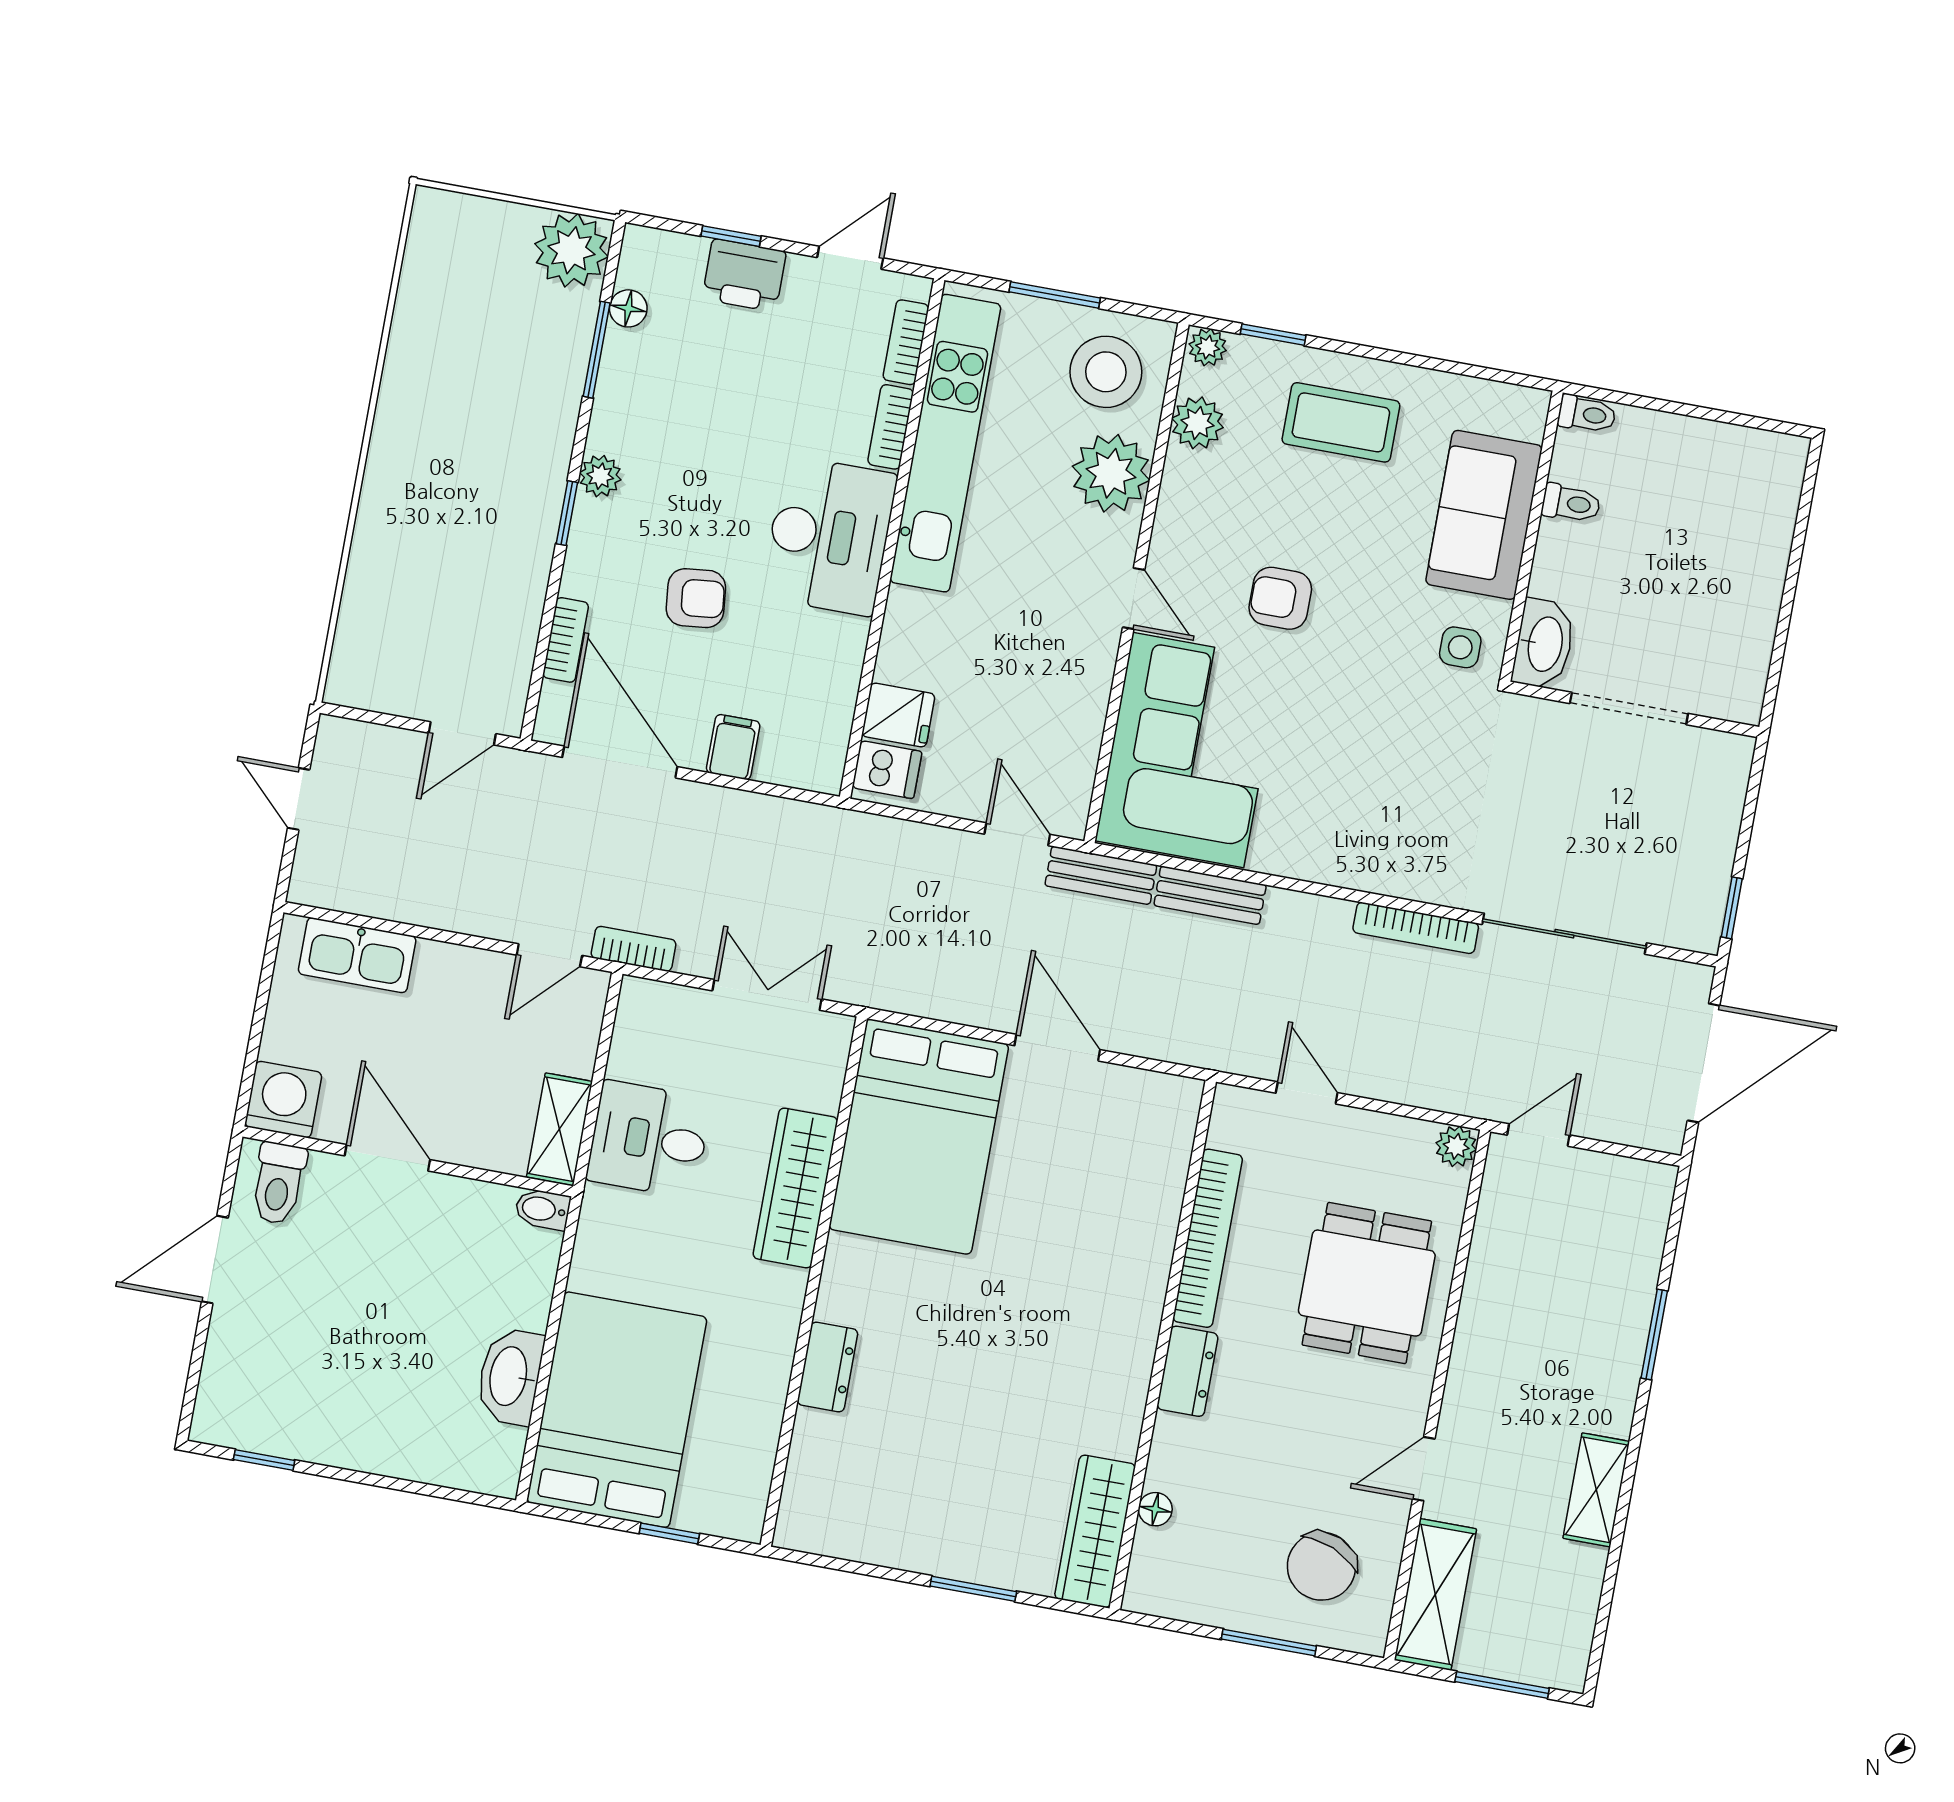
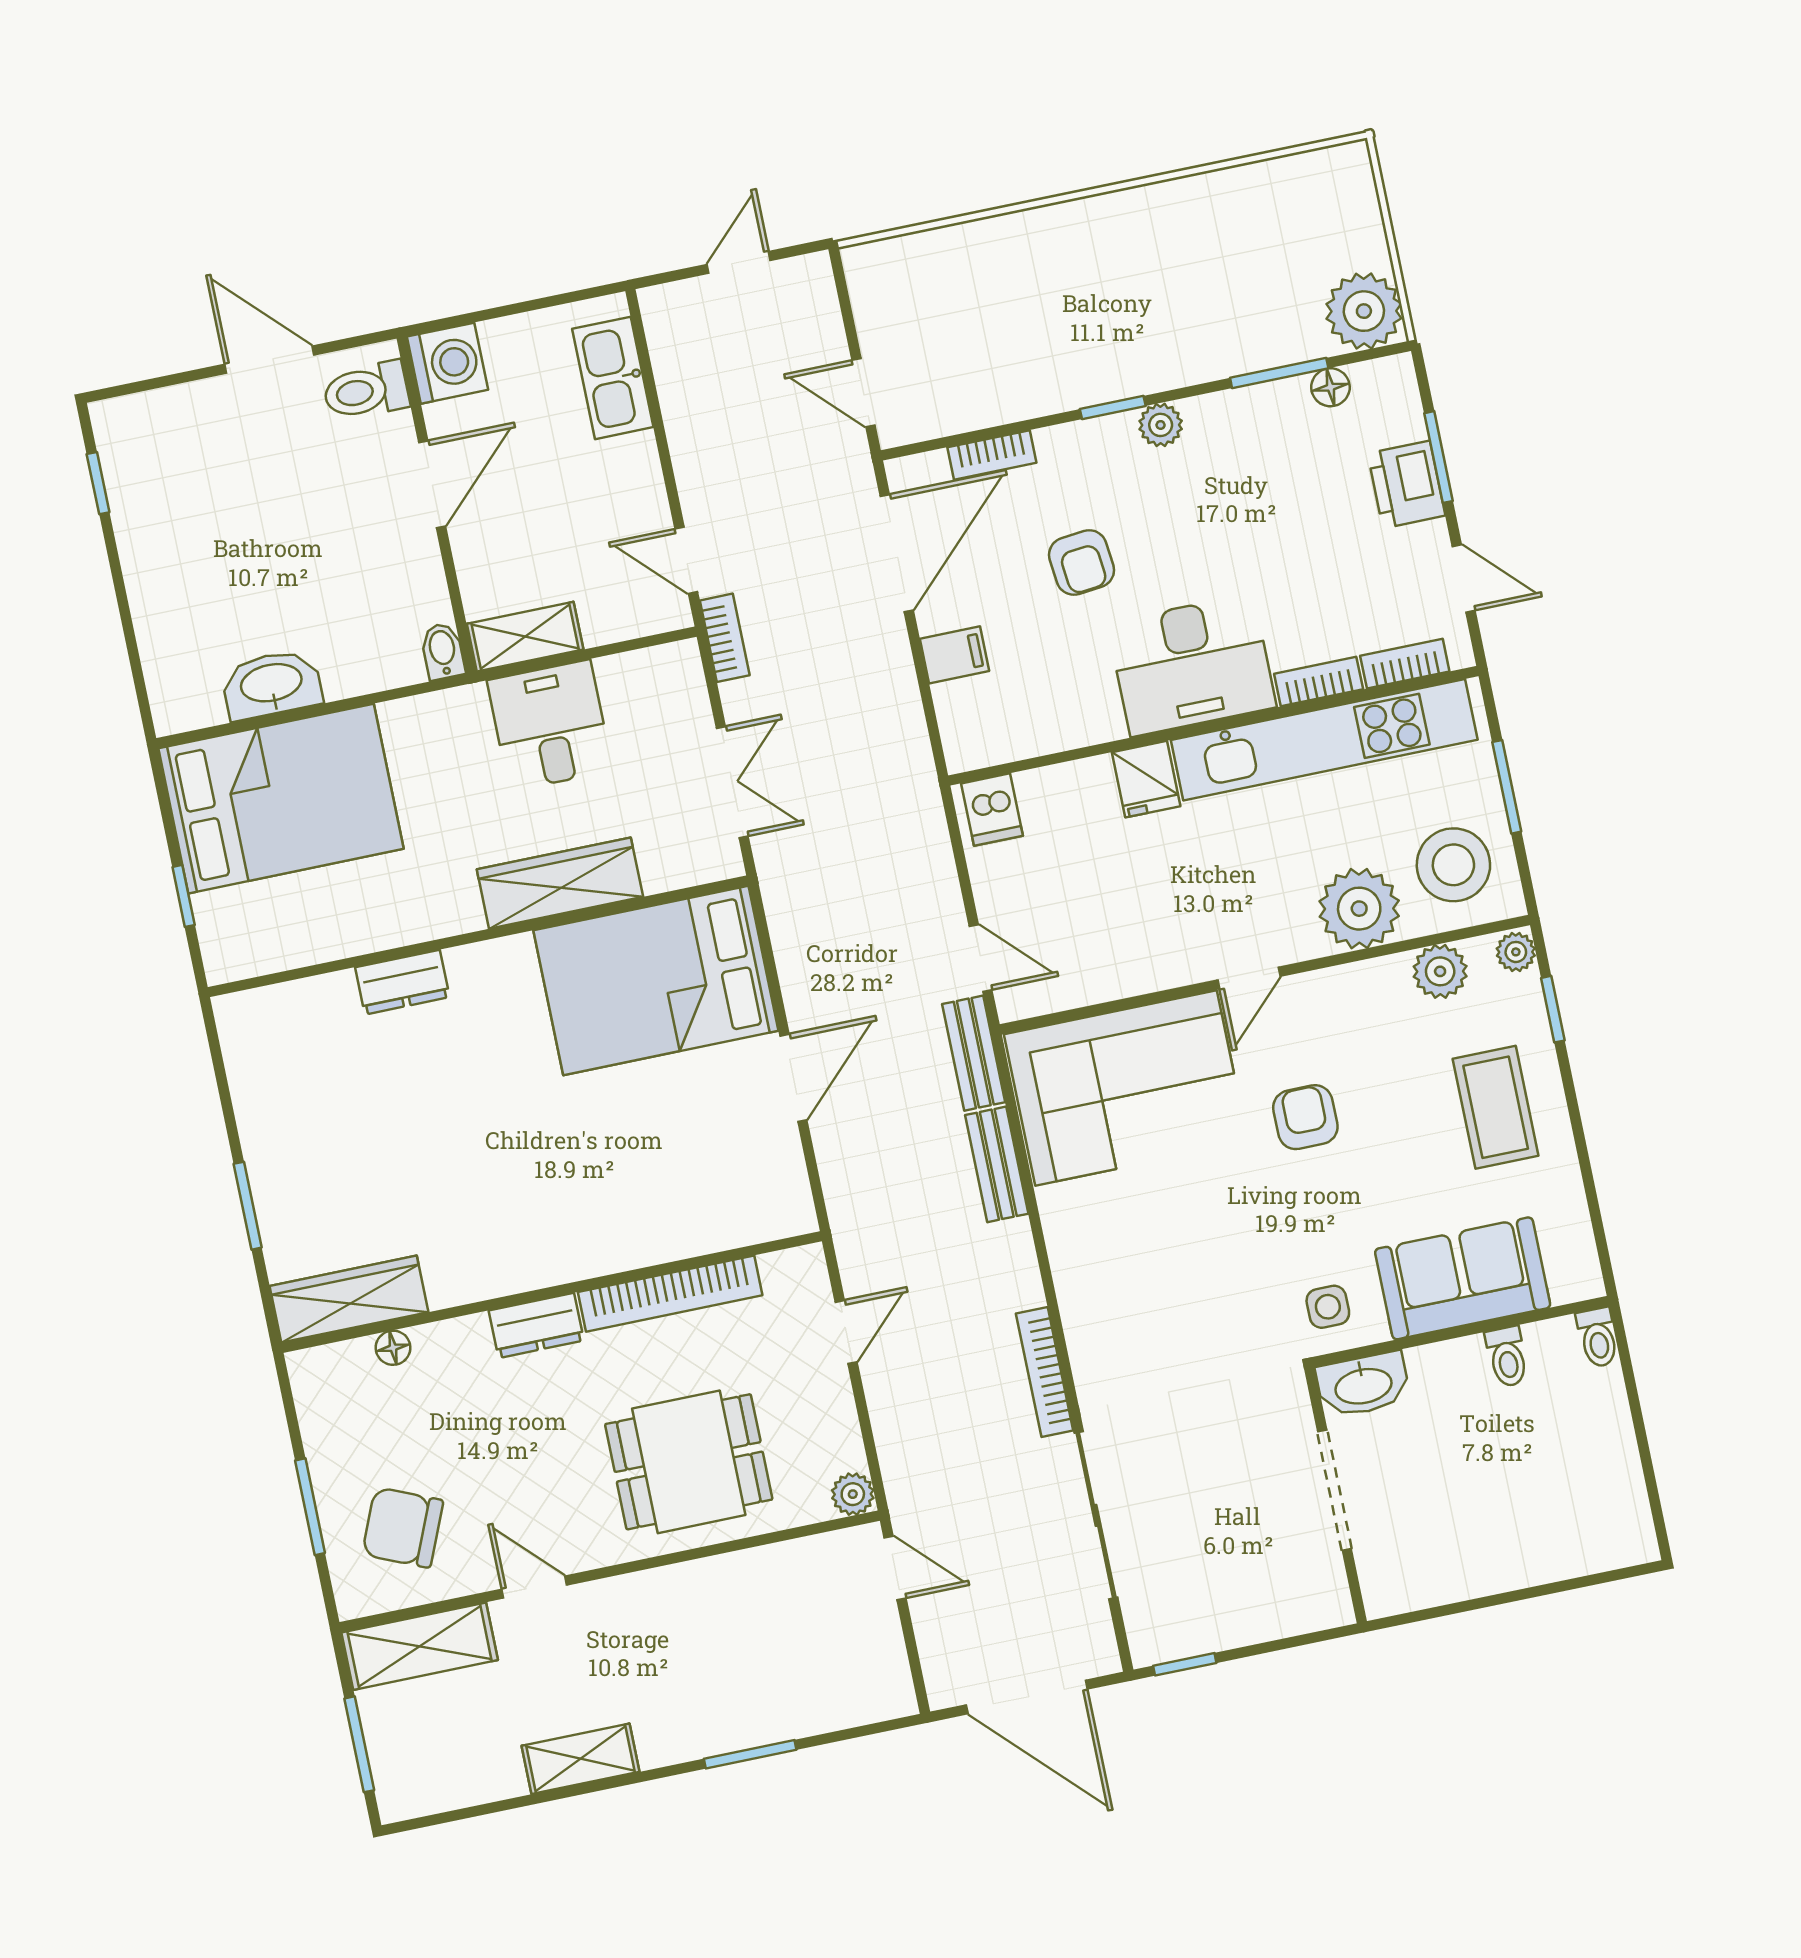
window: (731, 236) -> (1439, 457), width x1.50
fridge: (898, 715) -> (1146, 779), moved
door: (1017, 834) -> (981, 958), hinge flipped

